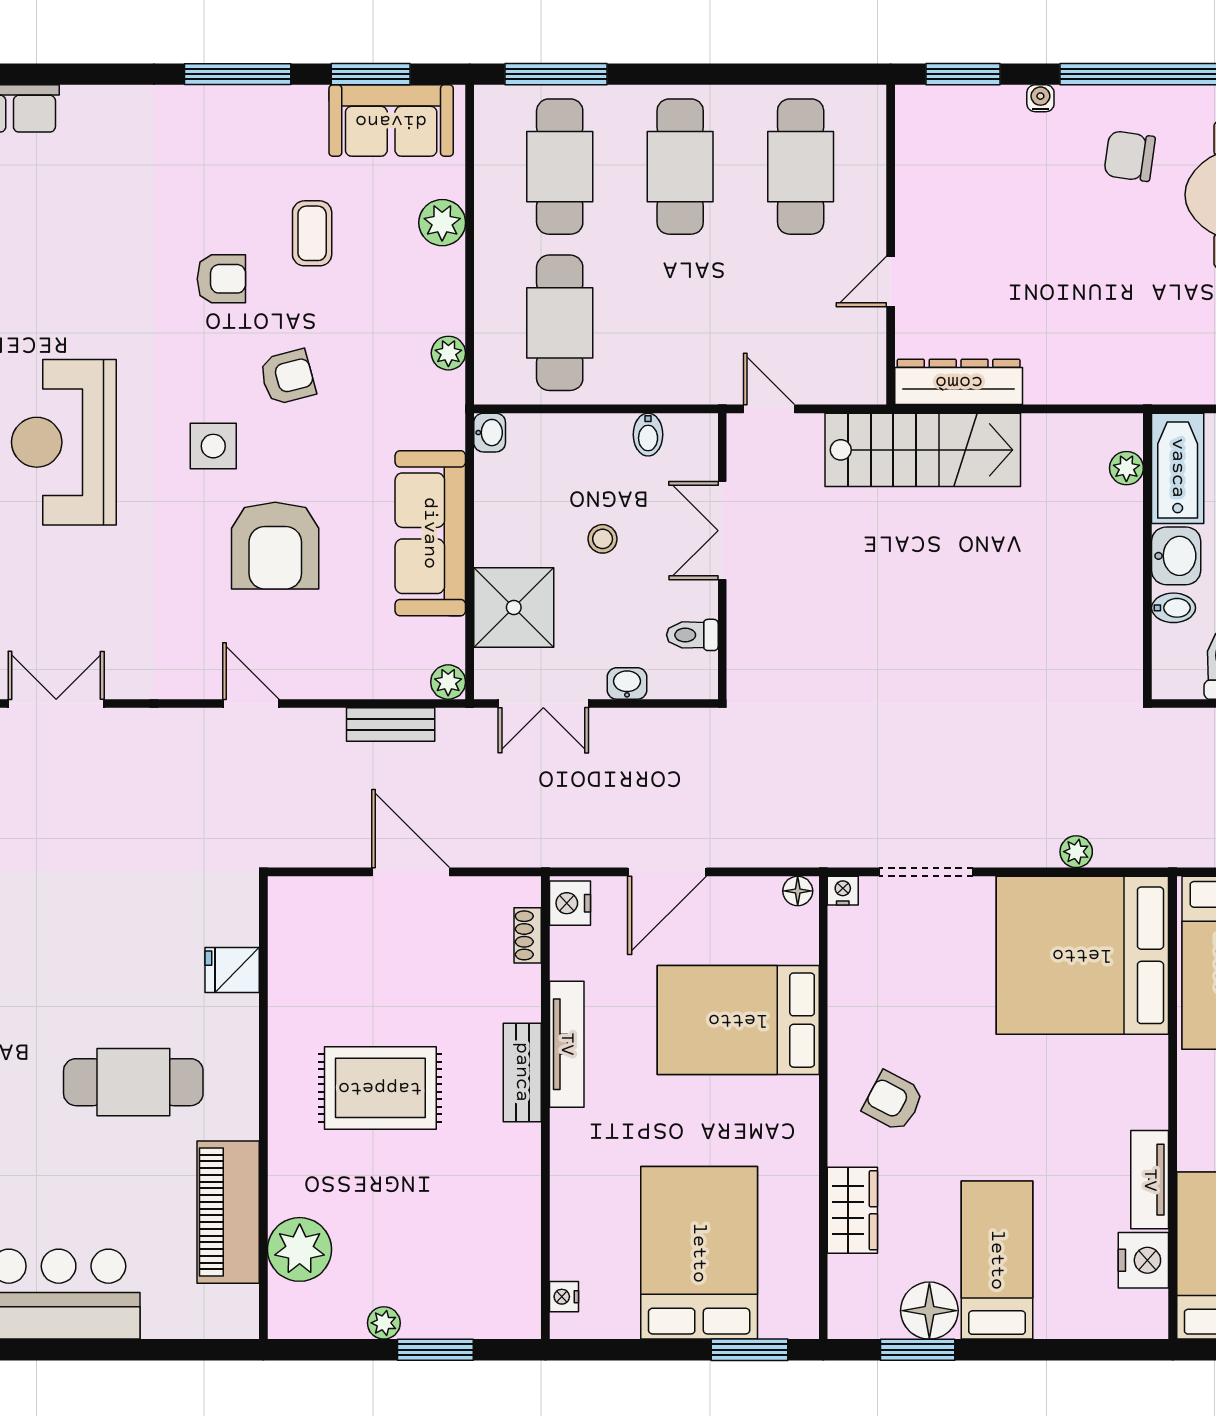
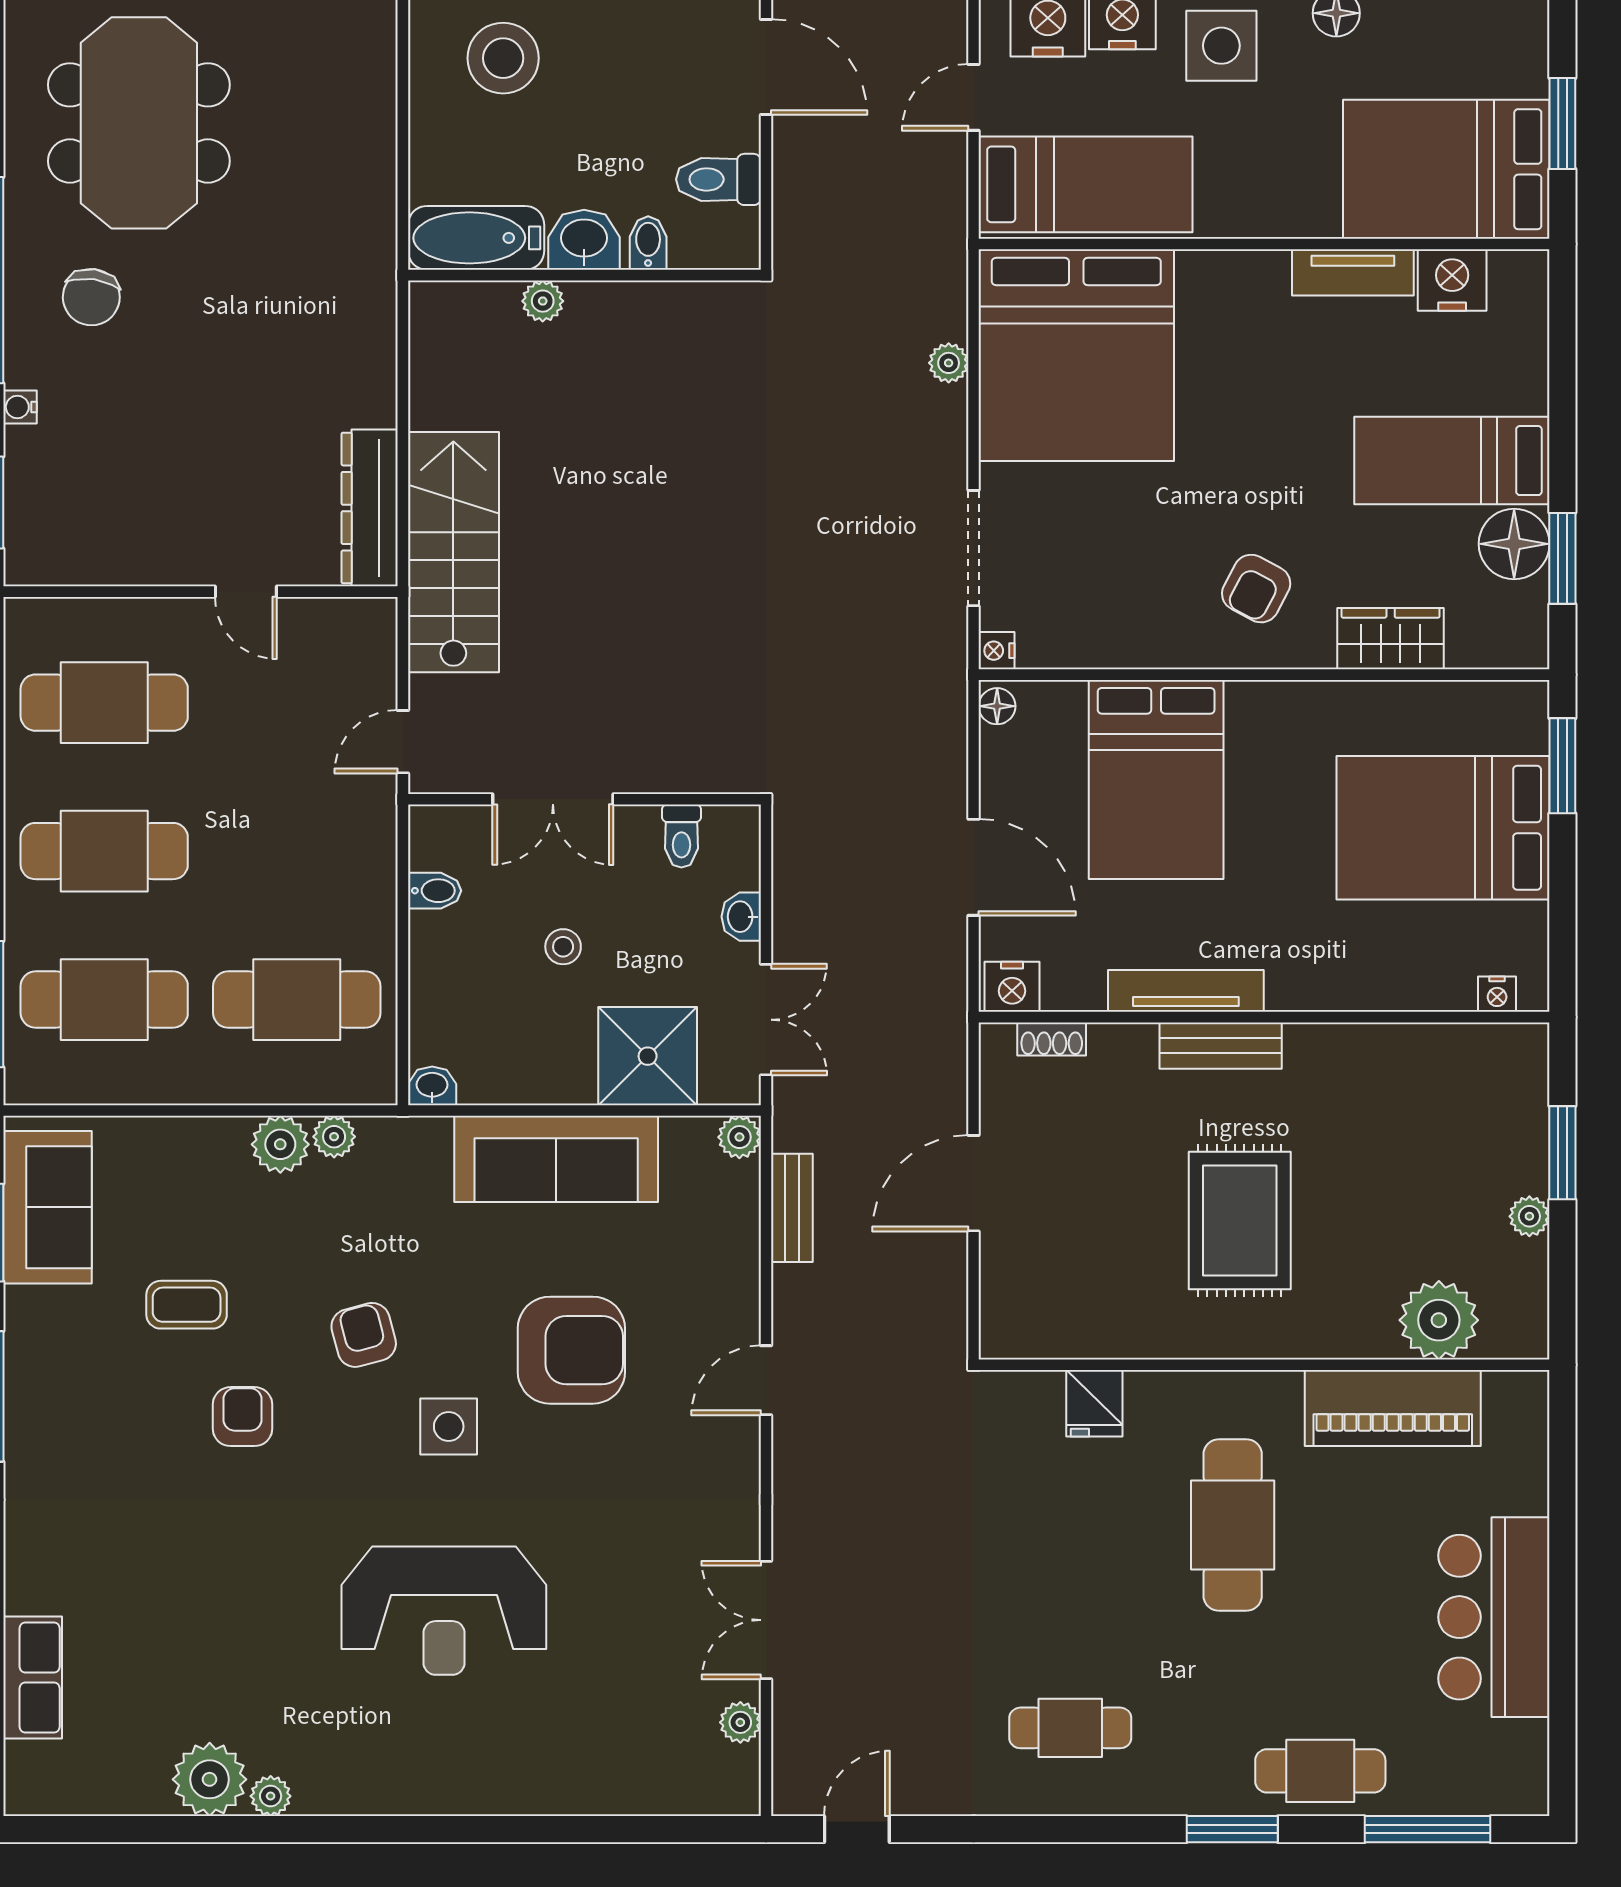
plant: (442, 223) -> (280, 1144), moved
plant: (1126, 468) -> (543, 301), moved

